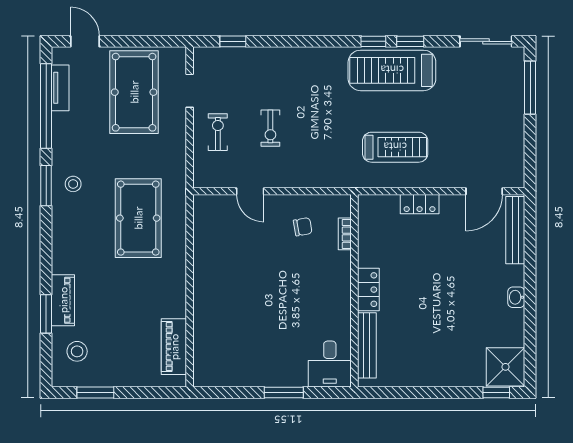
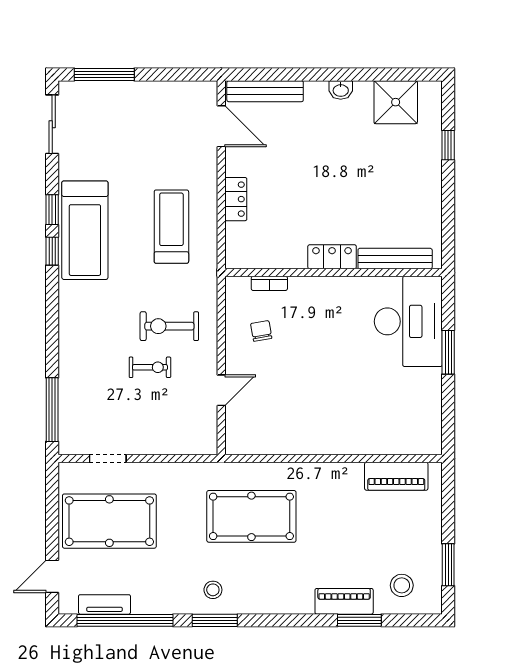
window: (233, 41) -> (52, 410), width x2.17
exercise bike: (218, 132) -> (169, 326), moved, width x1.38, depth x1.39
desk: (330, 364) -> (408, 321), width x1.87, depth x1.30
shower: (505, 367) -> (396, 102), moved
window: (496, 393) -> (448, 145), moved

